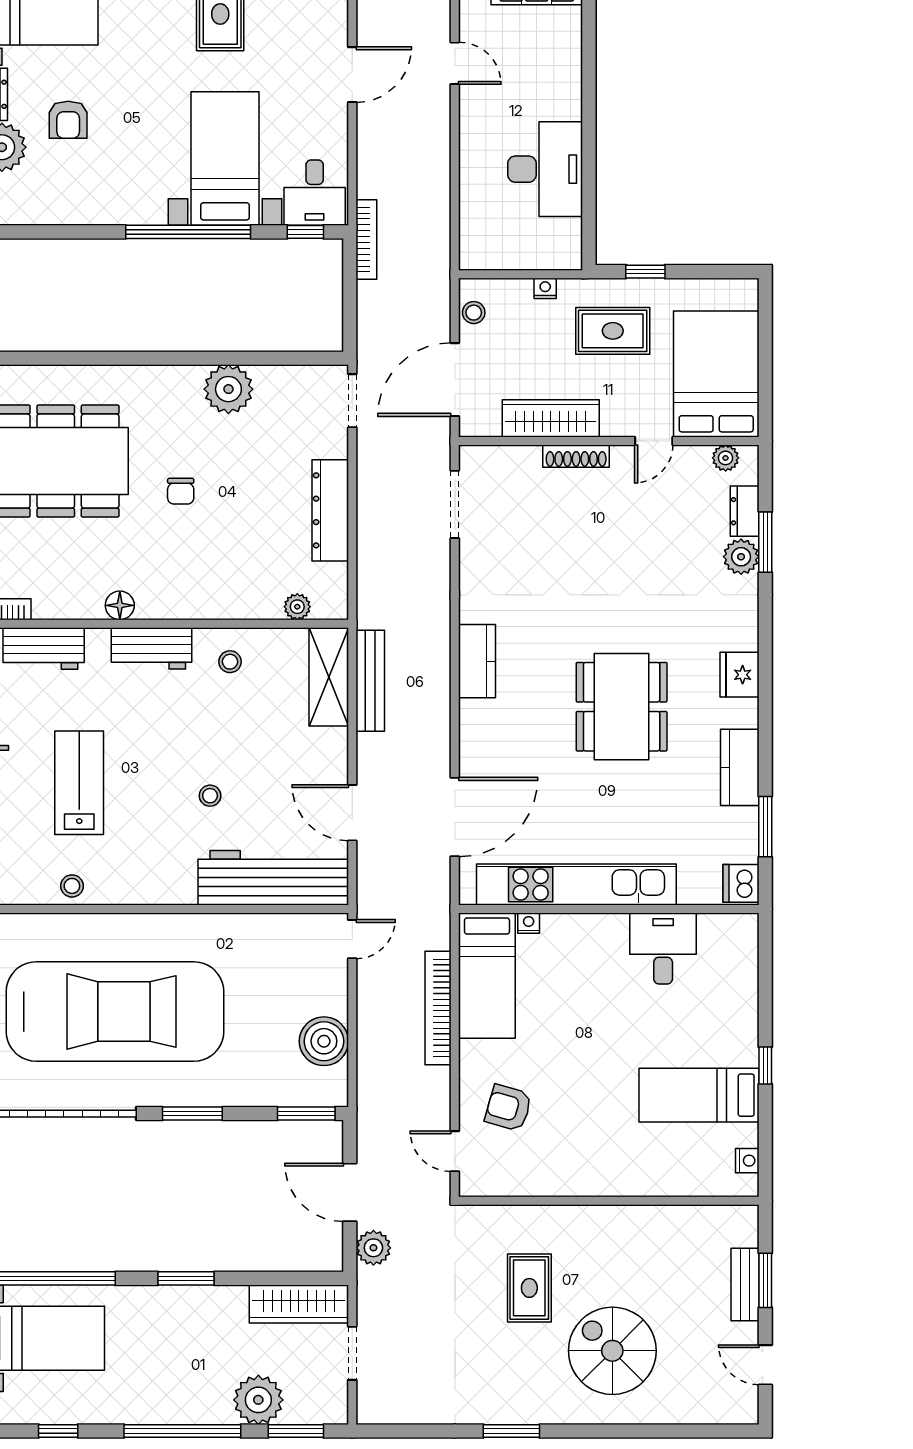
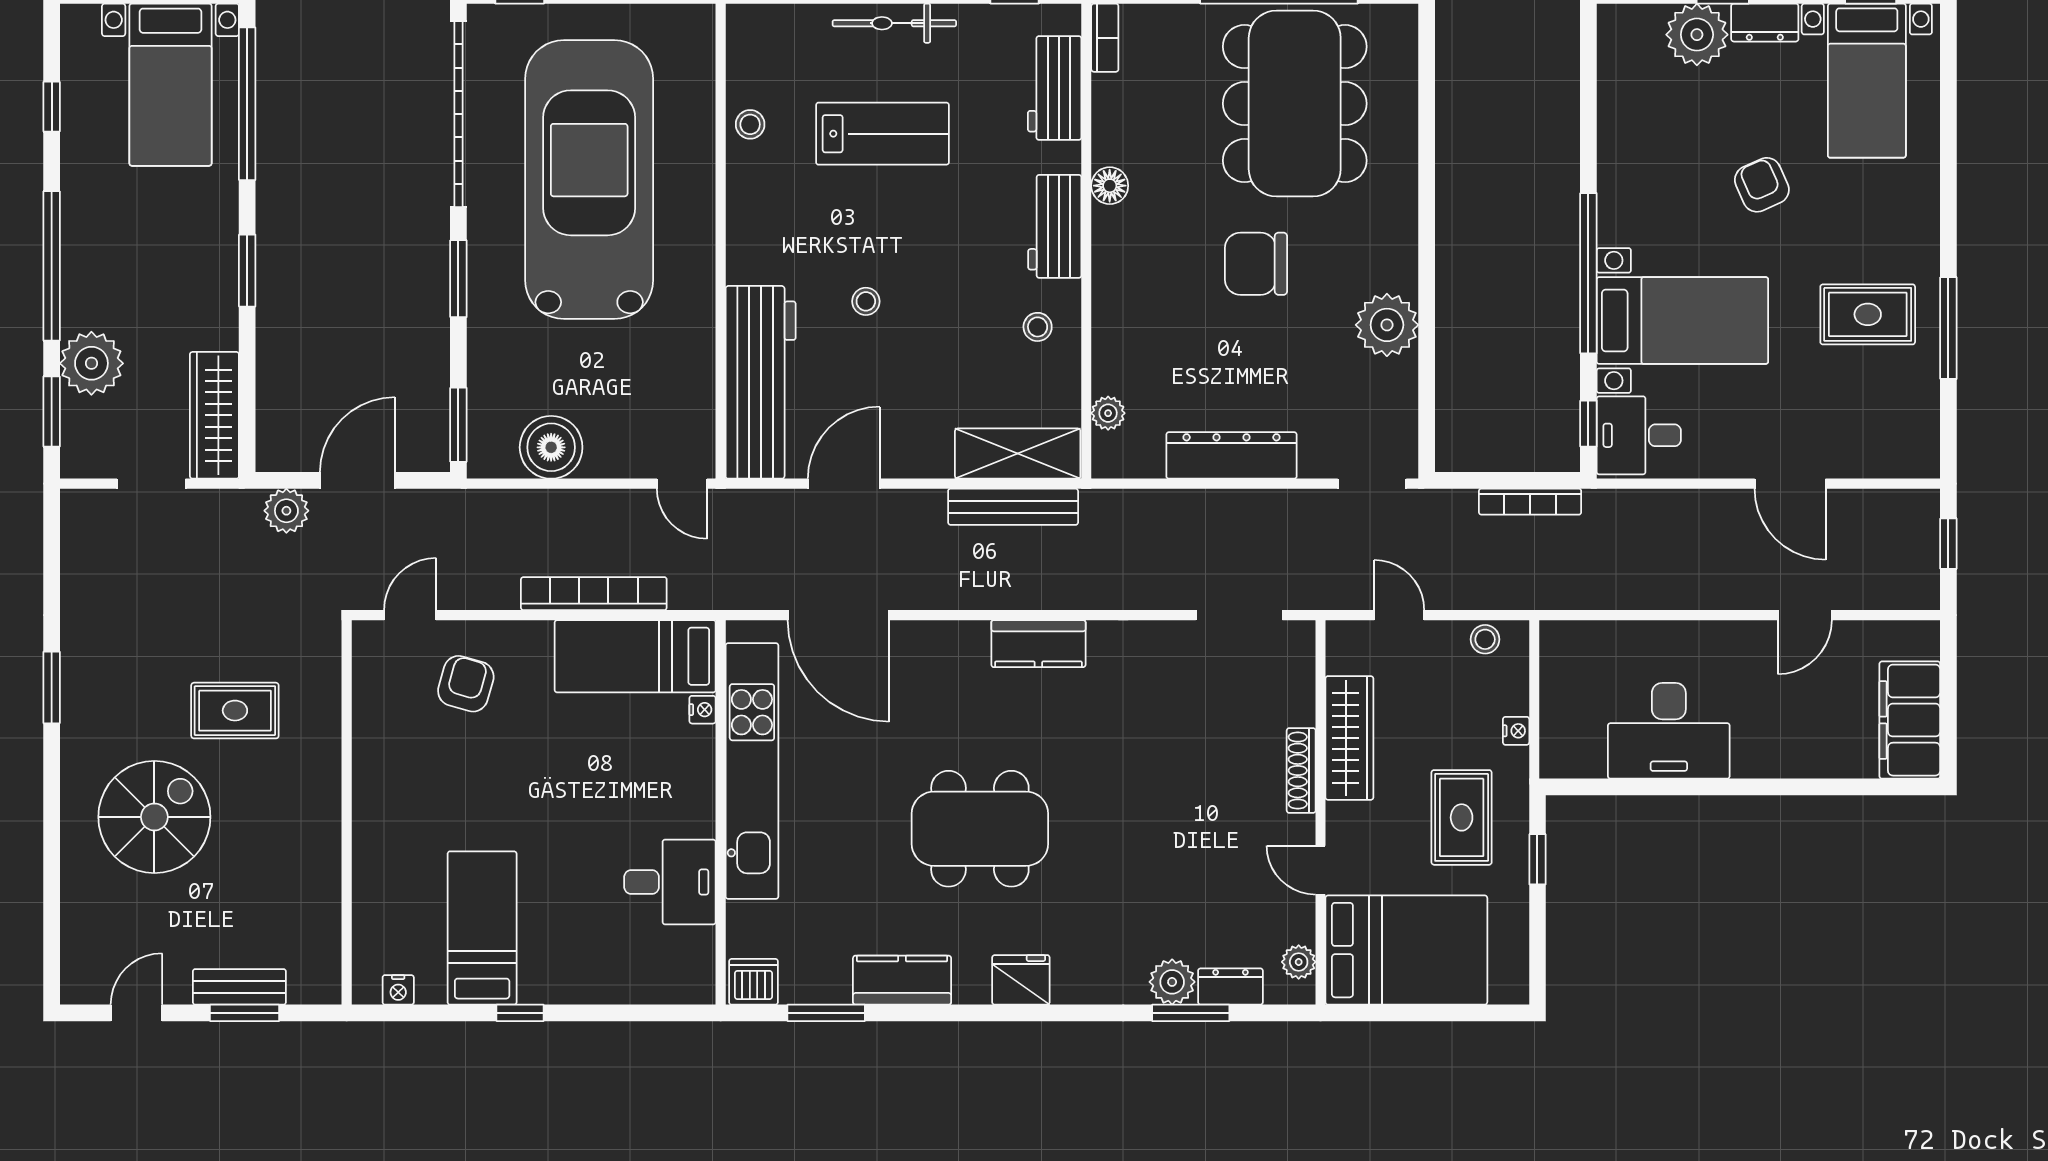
armchair: (68, 120) -> (1762, 185), moved, turned 66
bookcase: (366, 240) -> (1530, 502), moved
door: (455, 380) -> (1399, 615), width x0.53
chair: (181, 491) -> (1256, 264), width x1.87, depth x1.87
car: (115, 1012) -> (589, 180), turned 180

